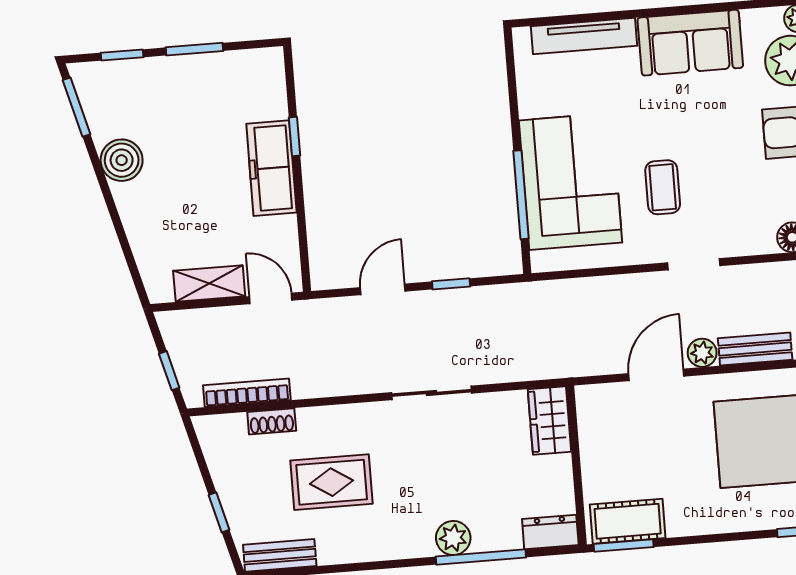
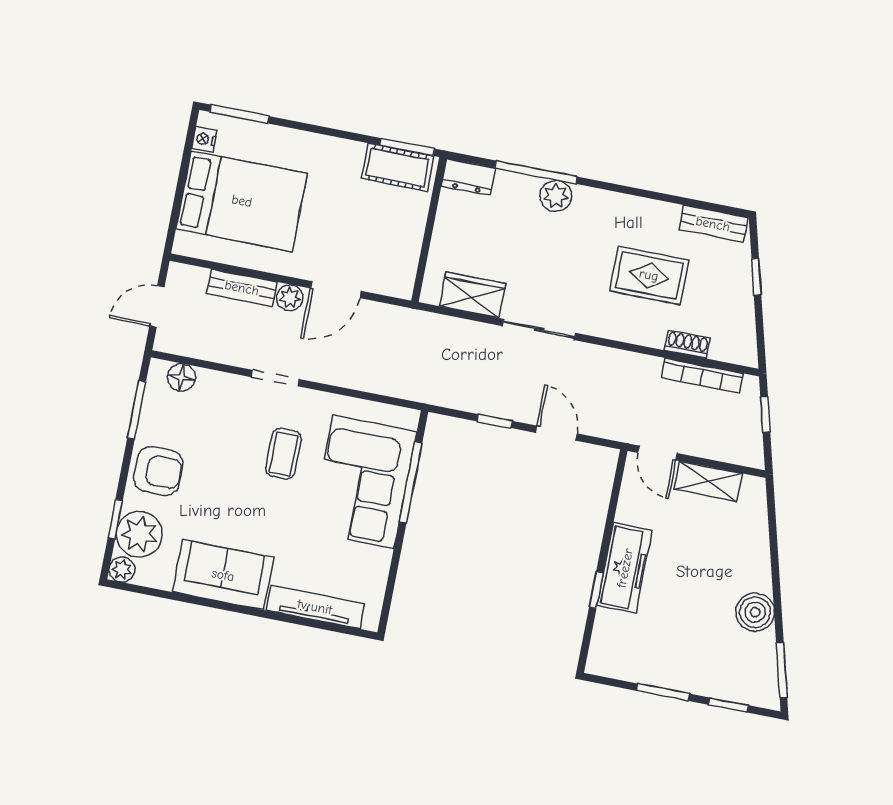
door: (383, 289) -> (556, 433), swing flipped
wardrobe: (550, 421) -> (473, 295), moved, turned -90

